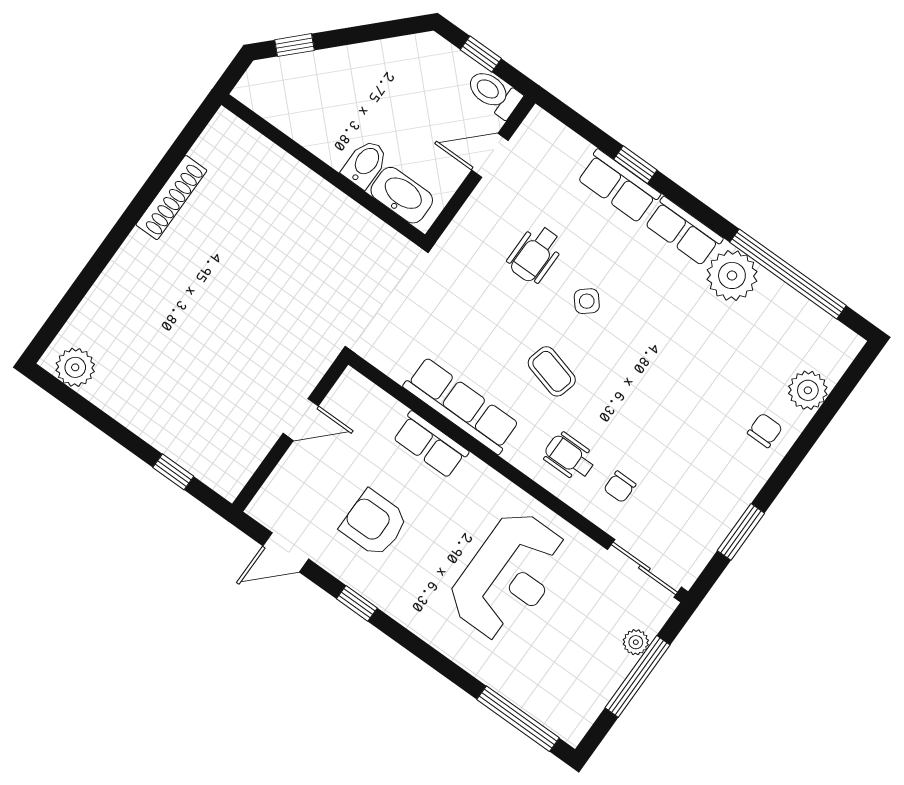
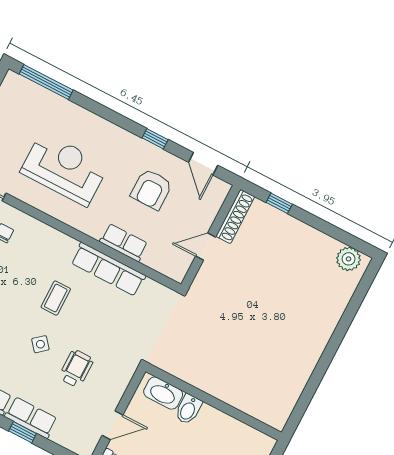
shoe rack: (171, 198) -> (235, 216), moved, turned 180
coffee table: (552, 371) -> (56, 298), turned 75
wheelchair: (570, 457) -> (37, 247), removed
armchair: (374, 523) -> (151, 189), turned 90
door: (286, 552) -> (203, 164), swing flipped
reception desk: (509, 576) -> (64, 169), turned 90

